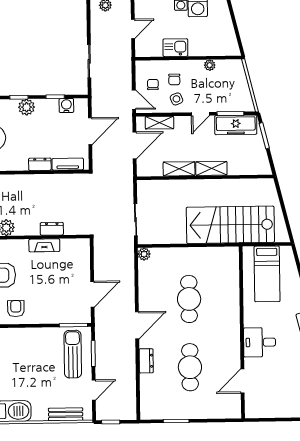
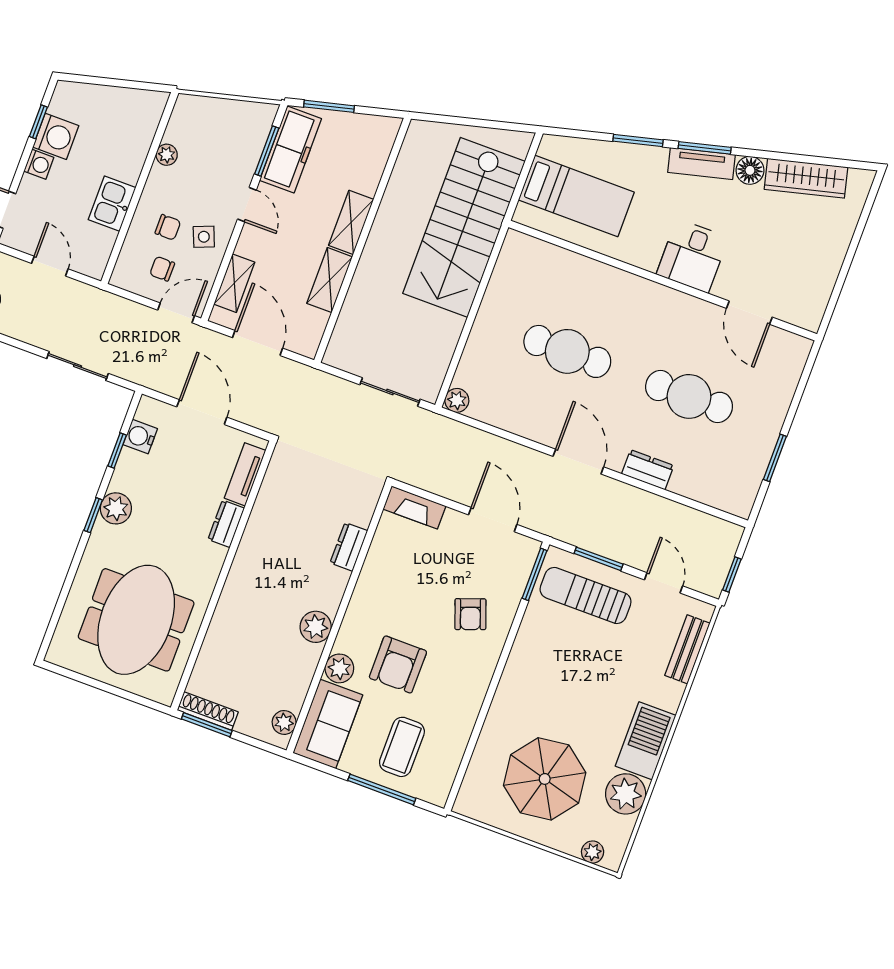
fireplace: (44, 245) -> (415, 508), moved, turned 90
armchair: (16, 309) -> (470, 614), moved, turned -110

